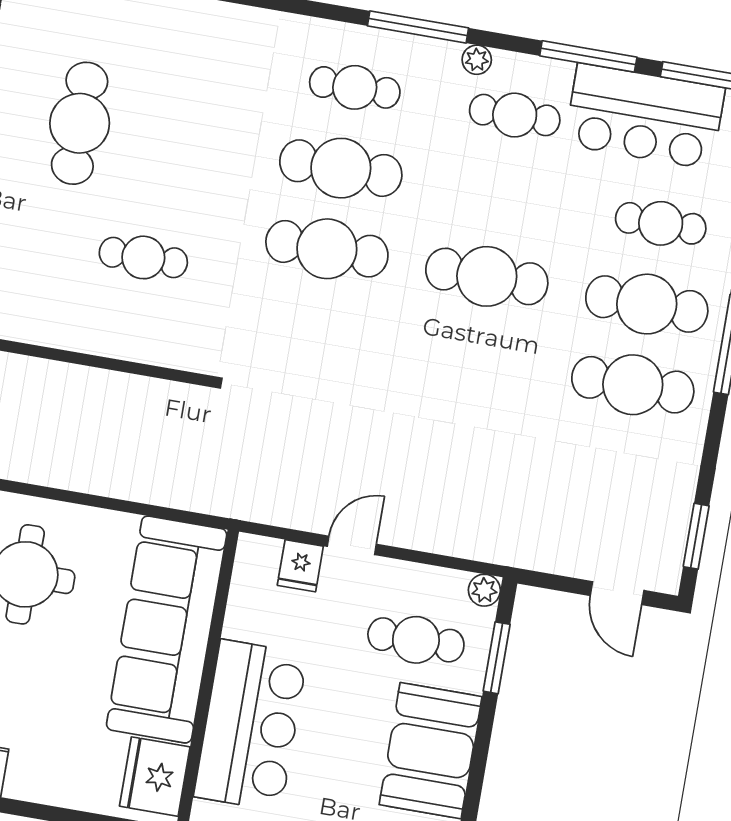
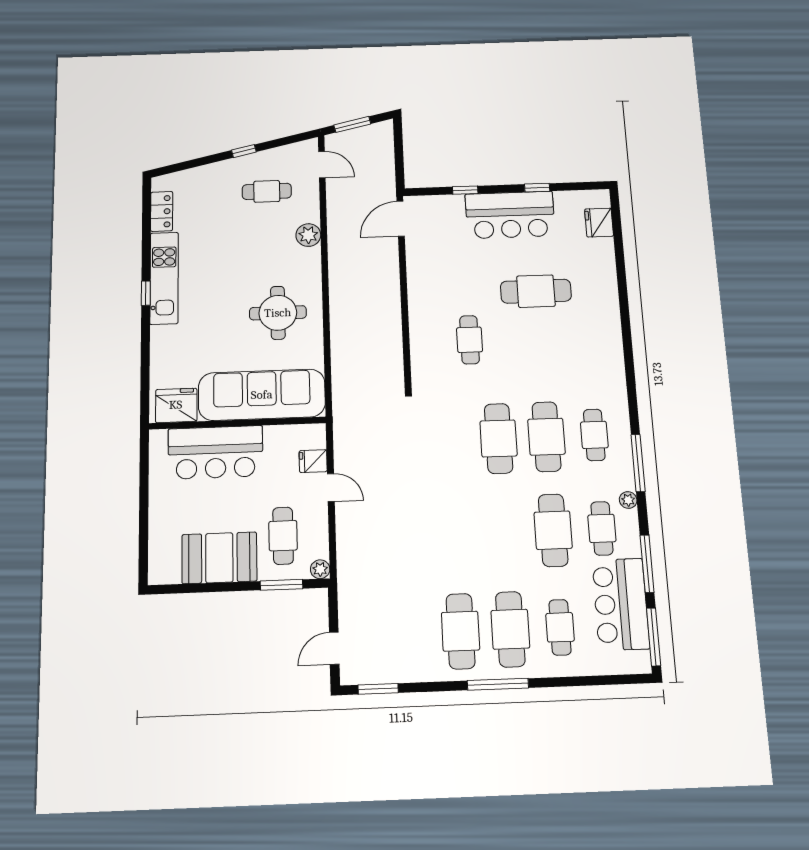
cafe table: (487, 276) -> (553, 530), moved

